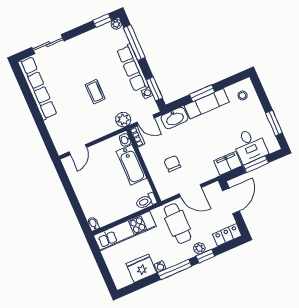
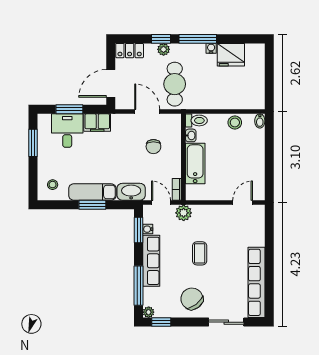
chair: (85, 51) -> (192, 299), added
washbasin: (125, 140) -> (191, 135), moved
stool: (113, 213) -> (235, 122), added
kitchen unit: (125, 231) -> (231, 100), removed

